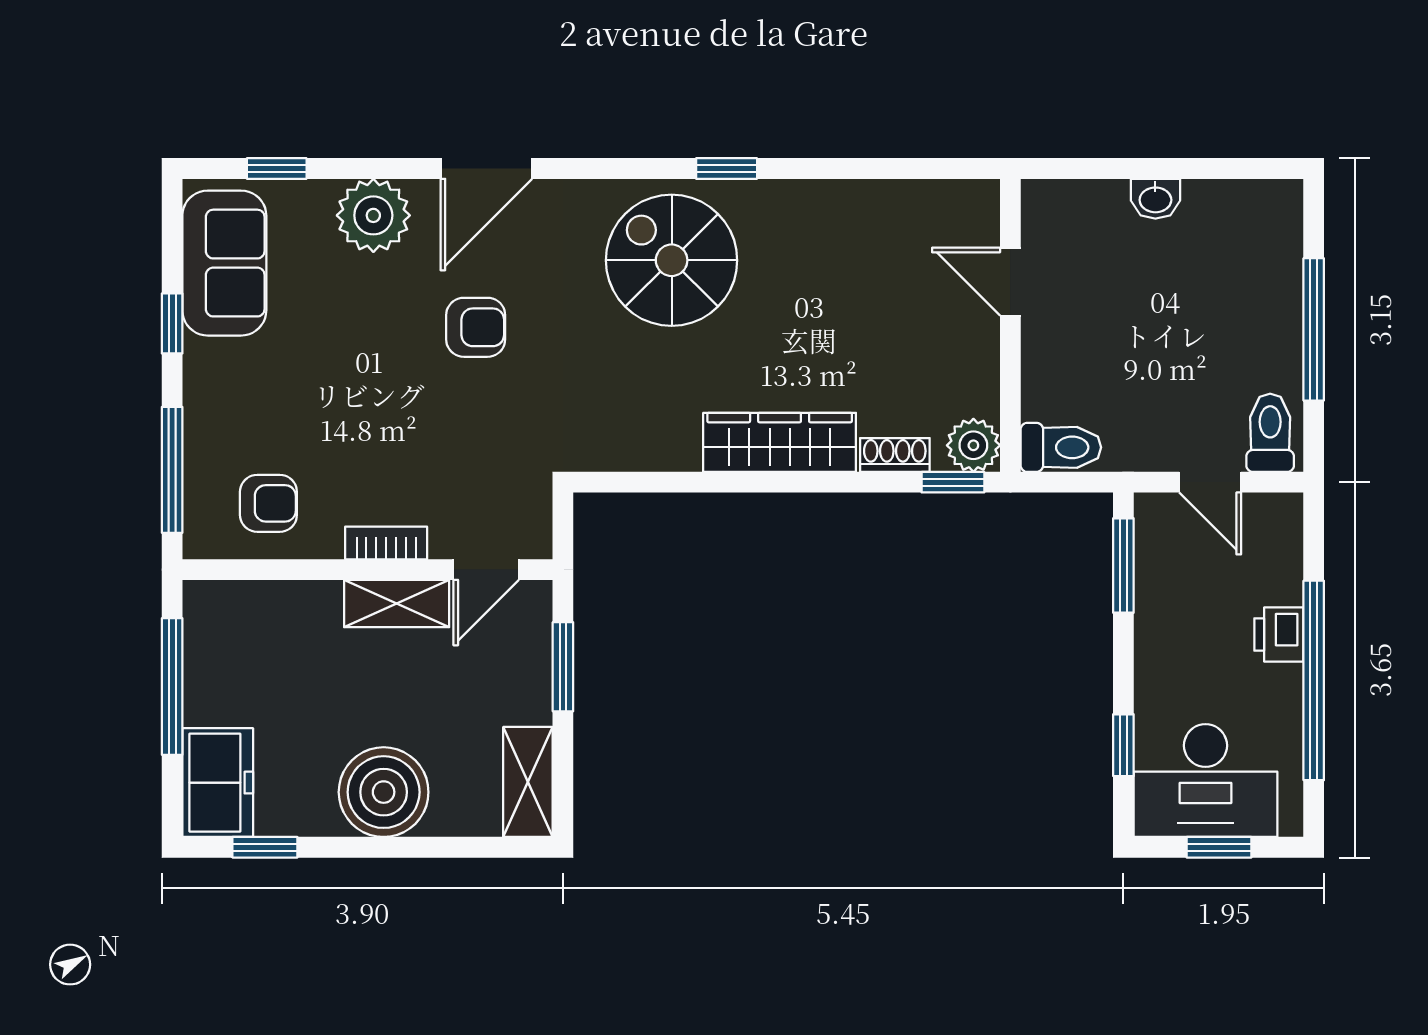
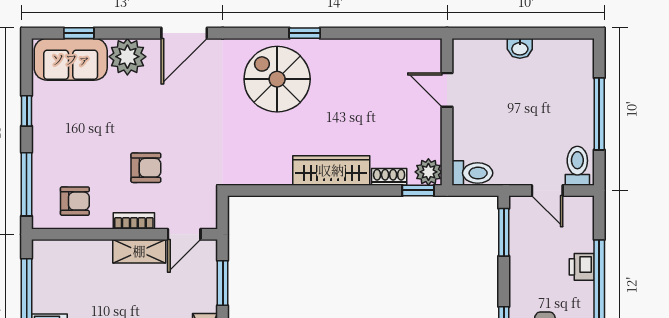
sofa: (224, 263) -> (71, 59), moved, turned 90
armchair: (476, 327) -> (146, 168), moved

